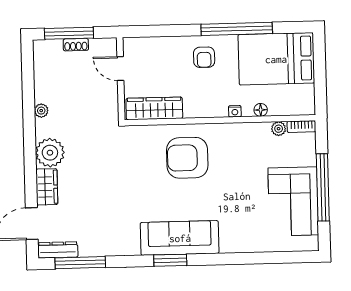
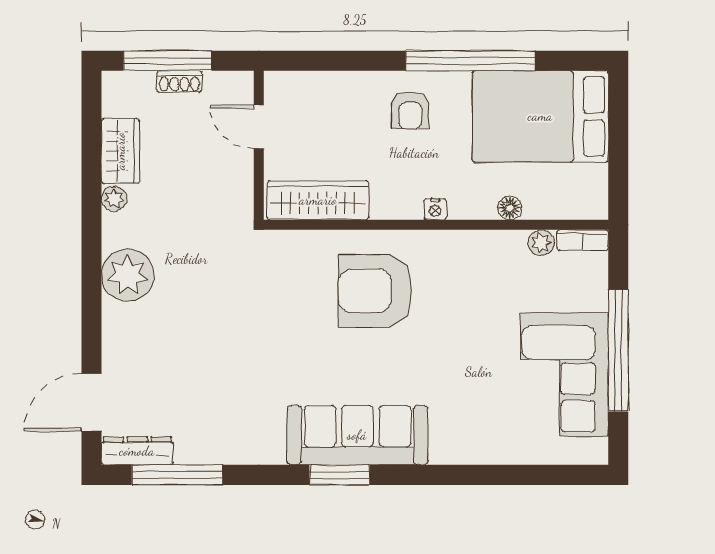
nightstand: (235, 111) -> (435, 209), moved
wardrobe: (47, 187) -> (120, 151), moved

